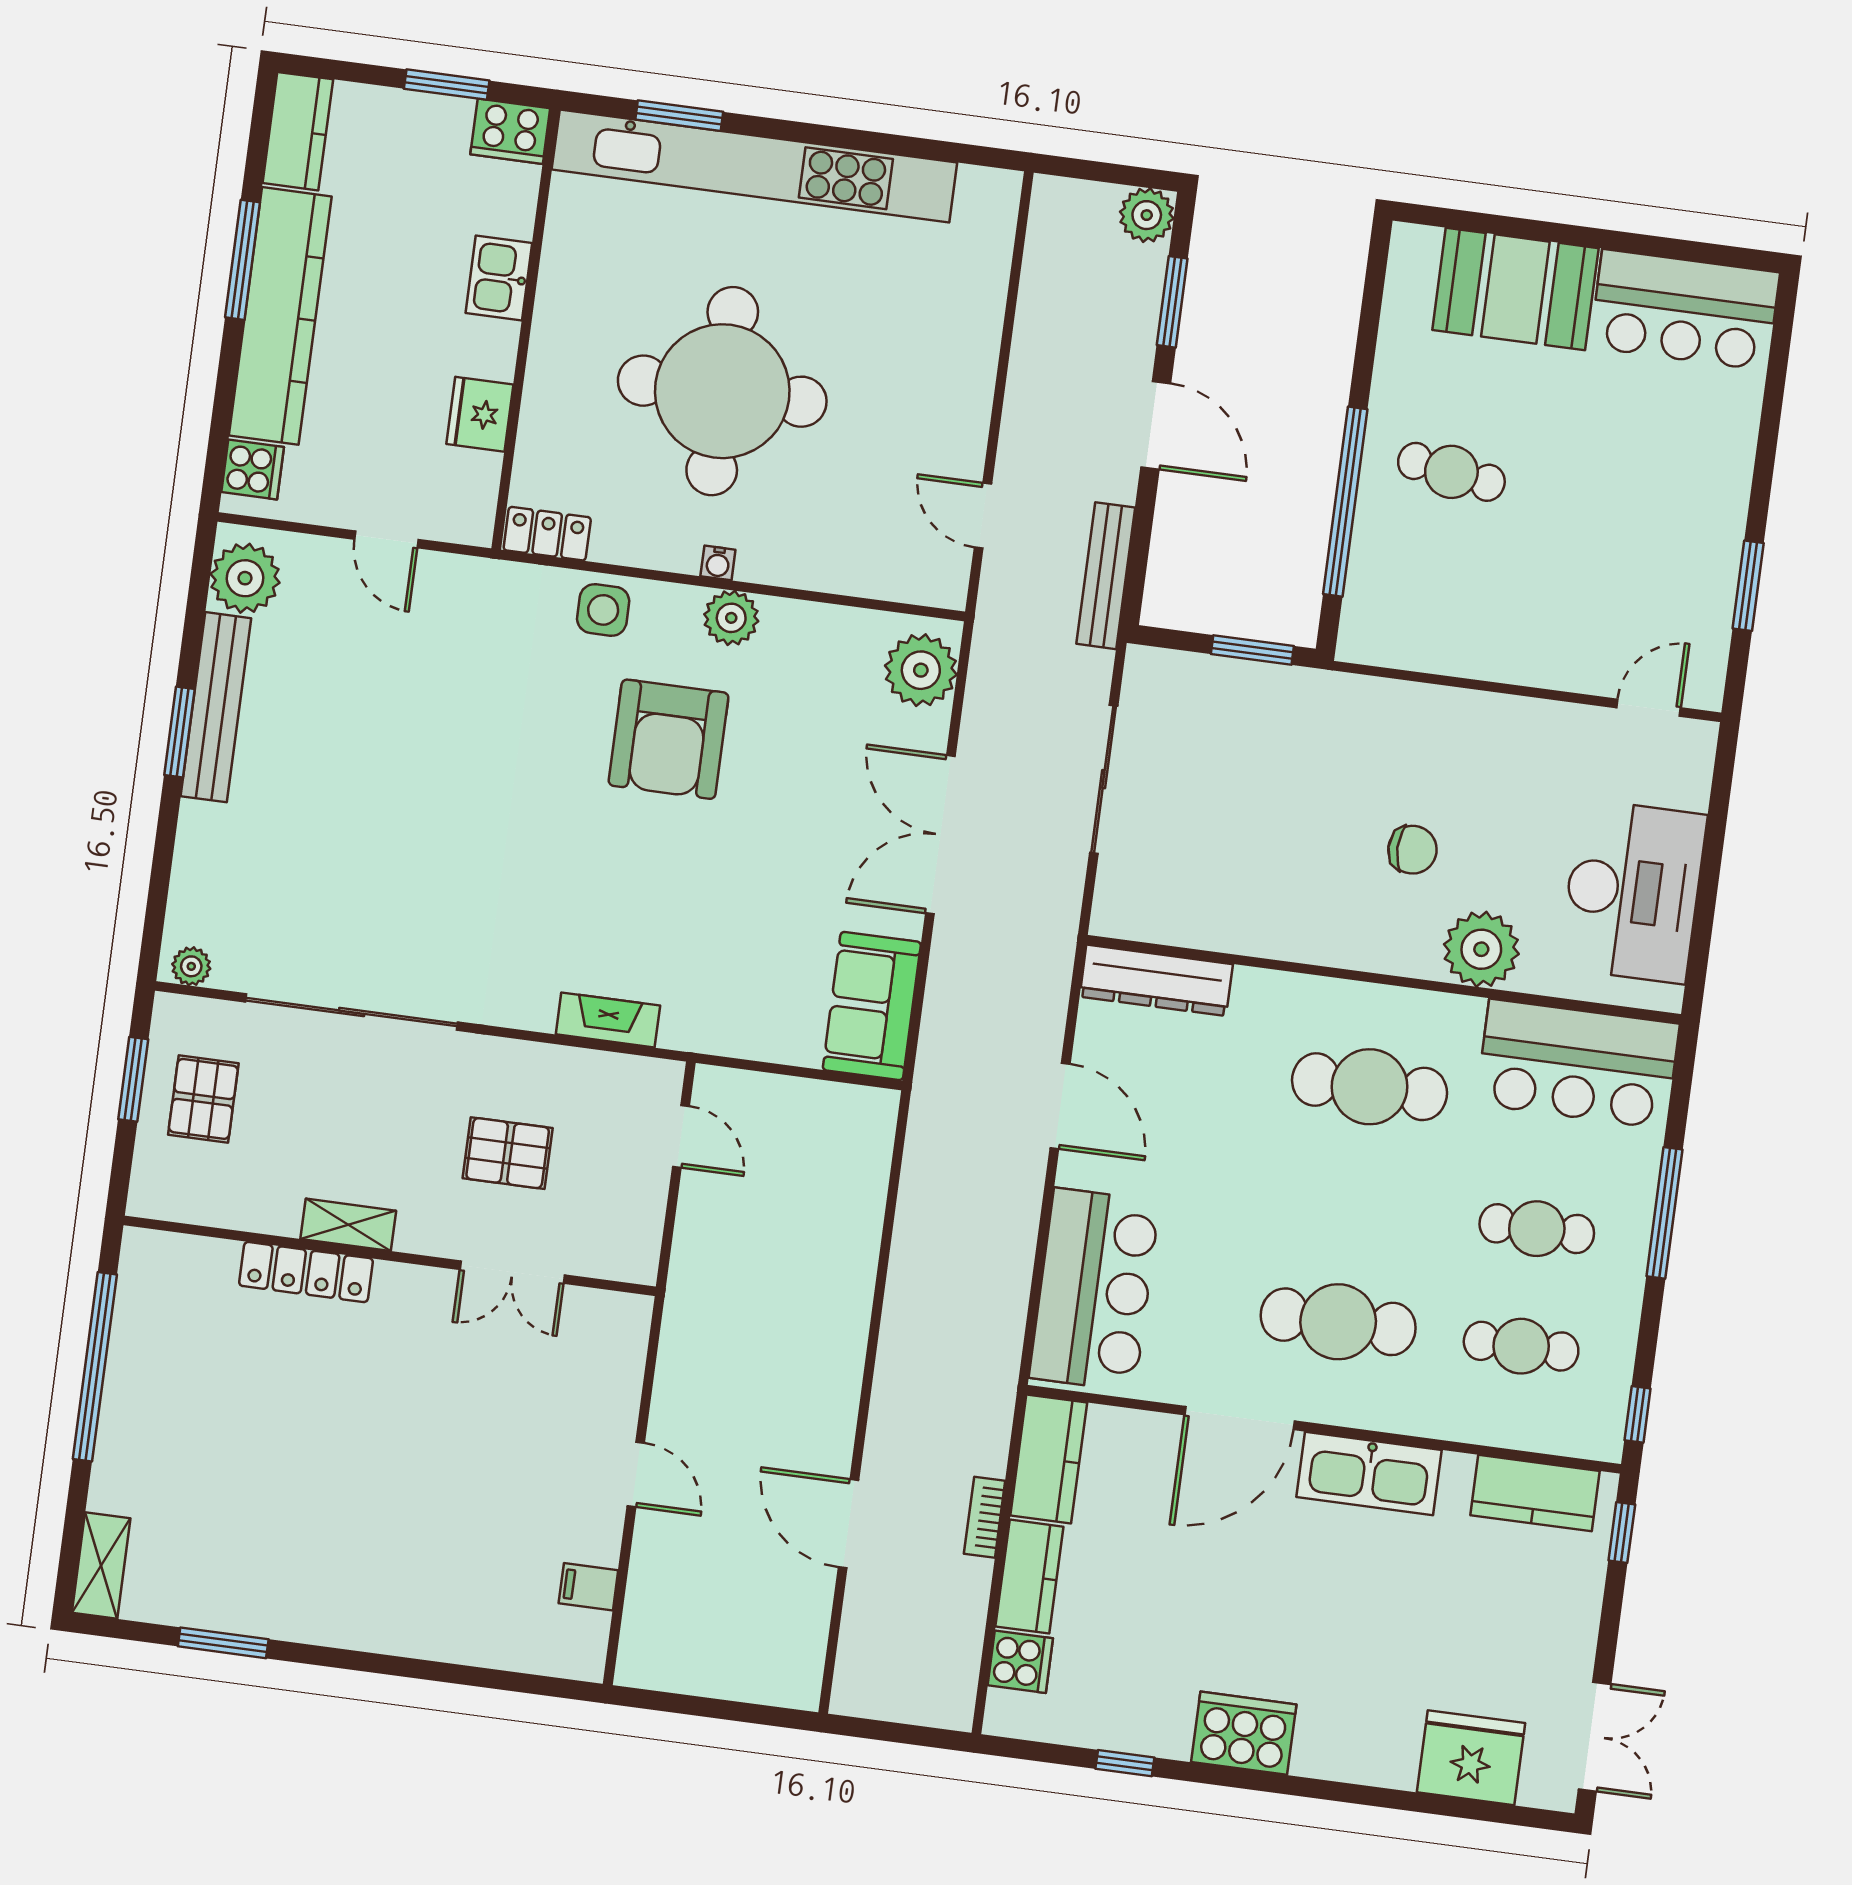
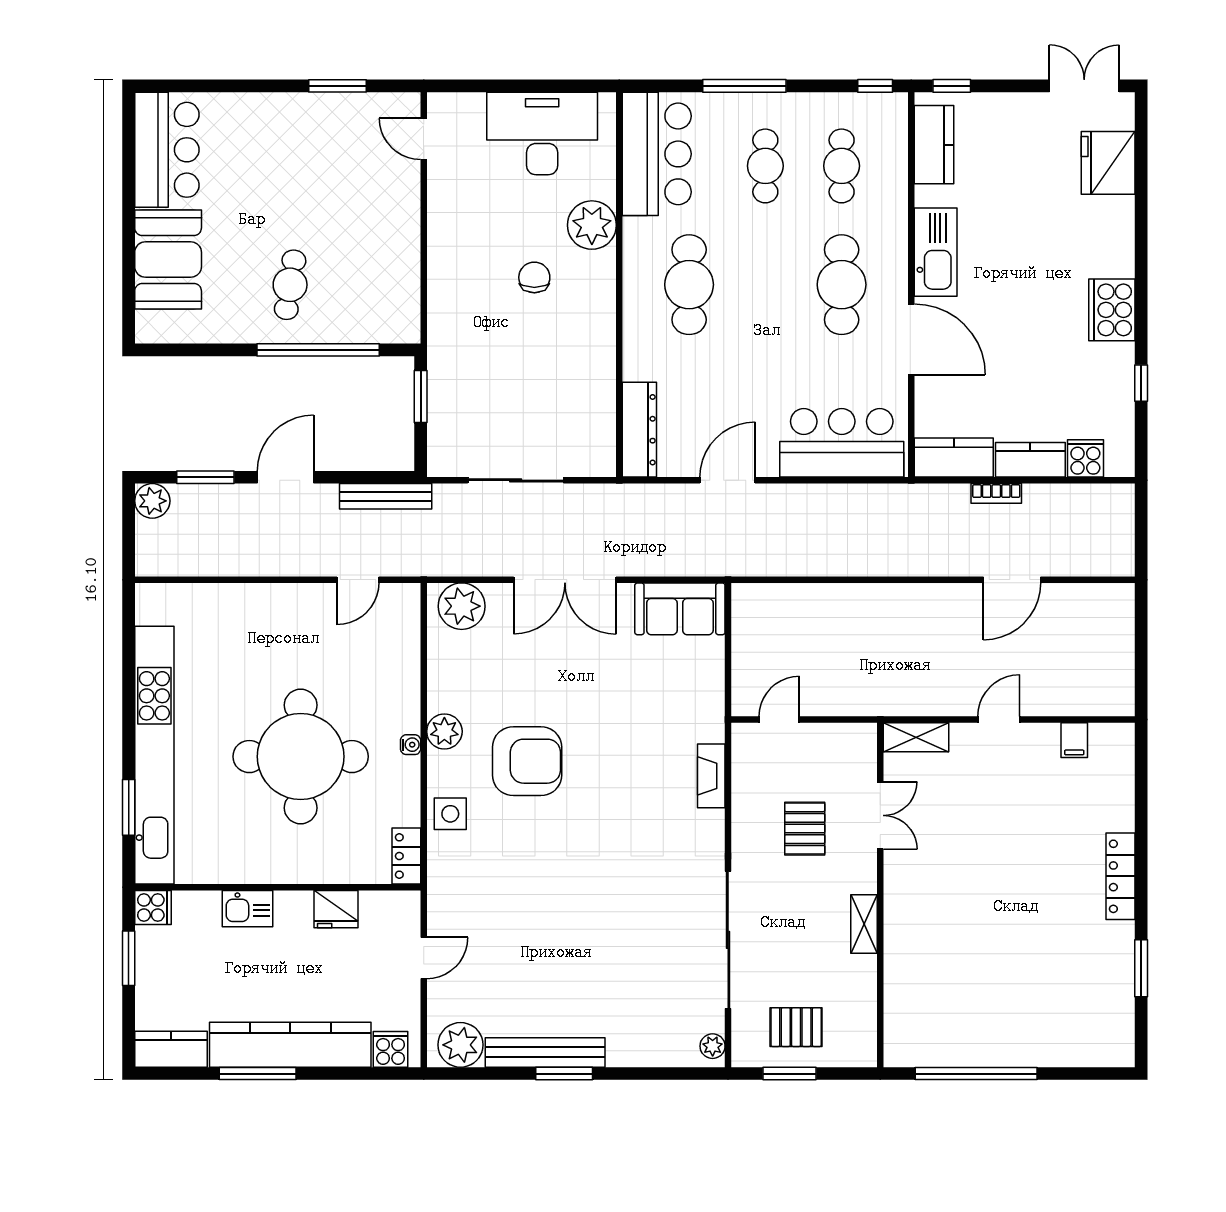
cooker: (510, 131) -> (153, 907), width x0.73
locker: (306, 1272) -> (1121, 876), moved, turned 180
shelving: (101, 1566) -> (916, 737), moved

